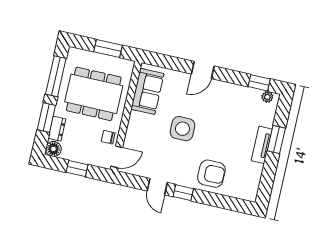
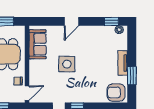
window: (276, 140) -> (132, 76), moved
armchair: (211, 174) -> (116, 93), moved, turned 180

